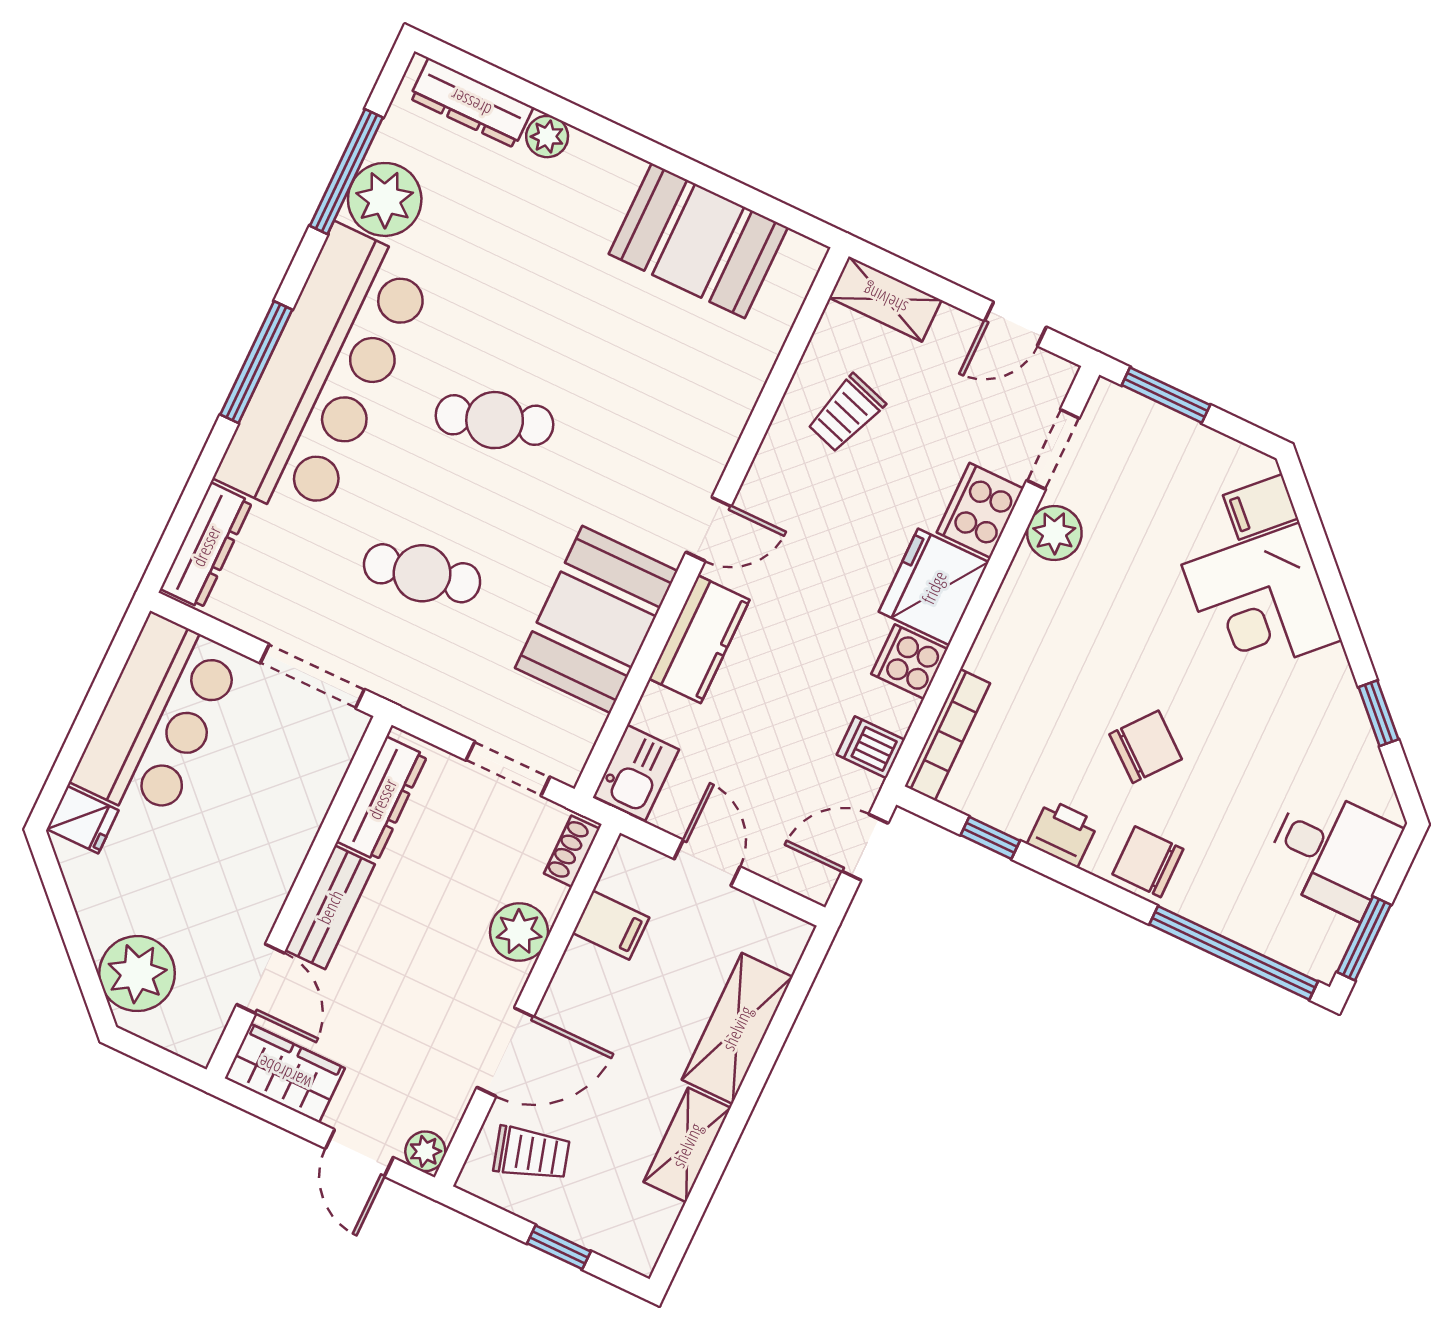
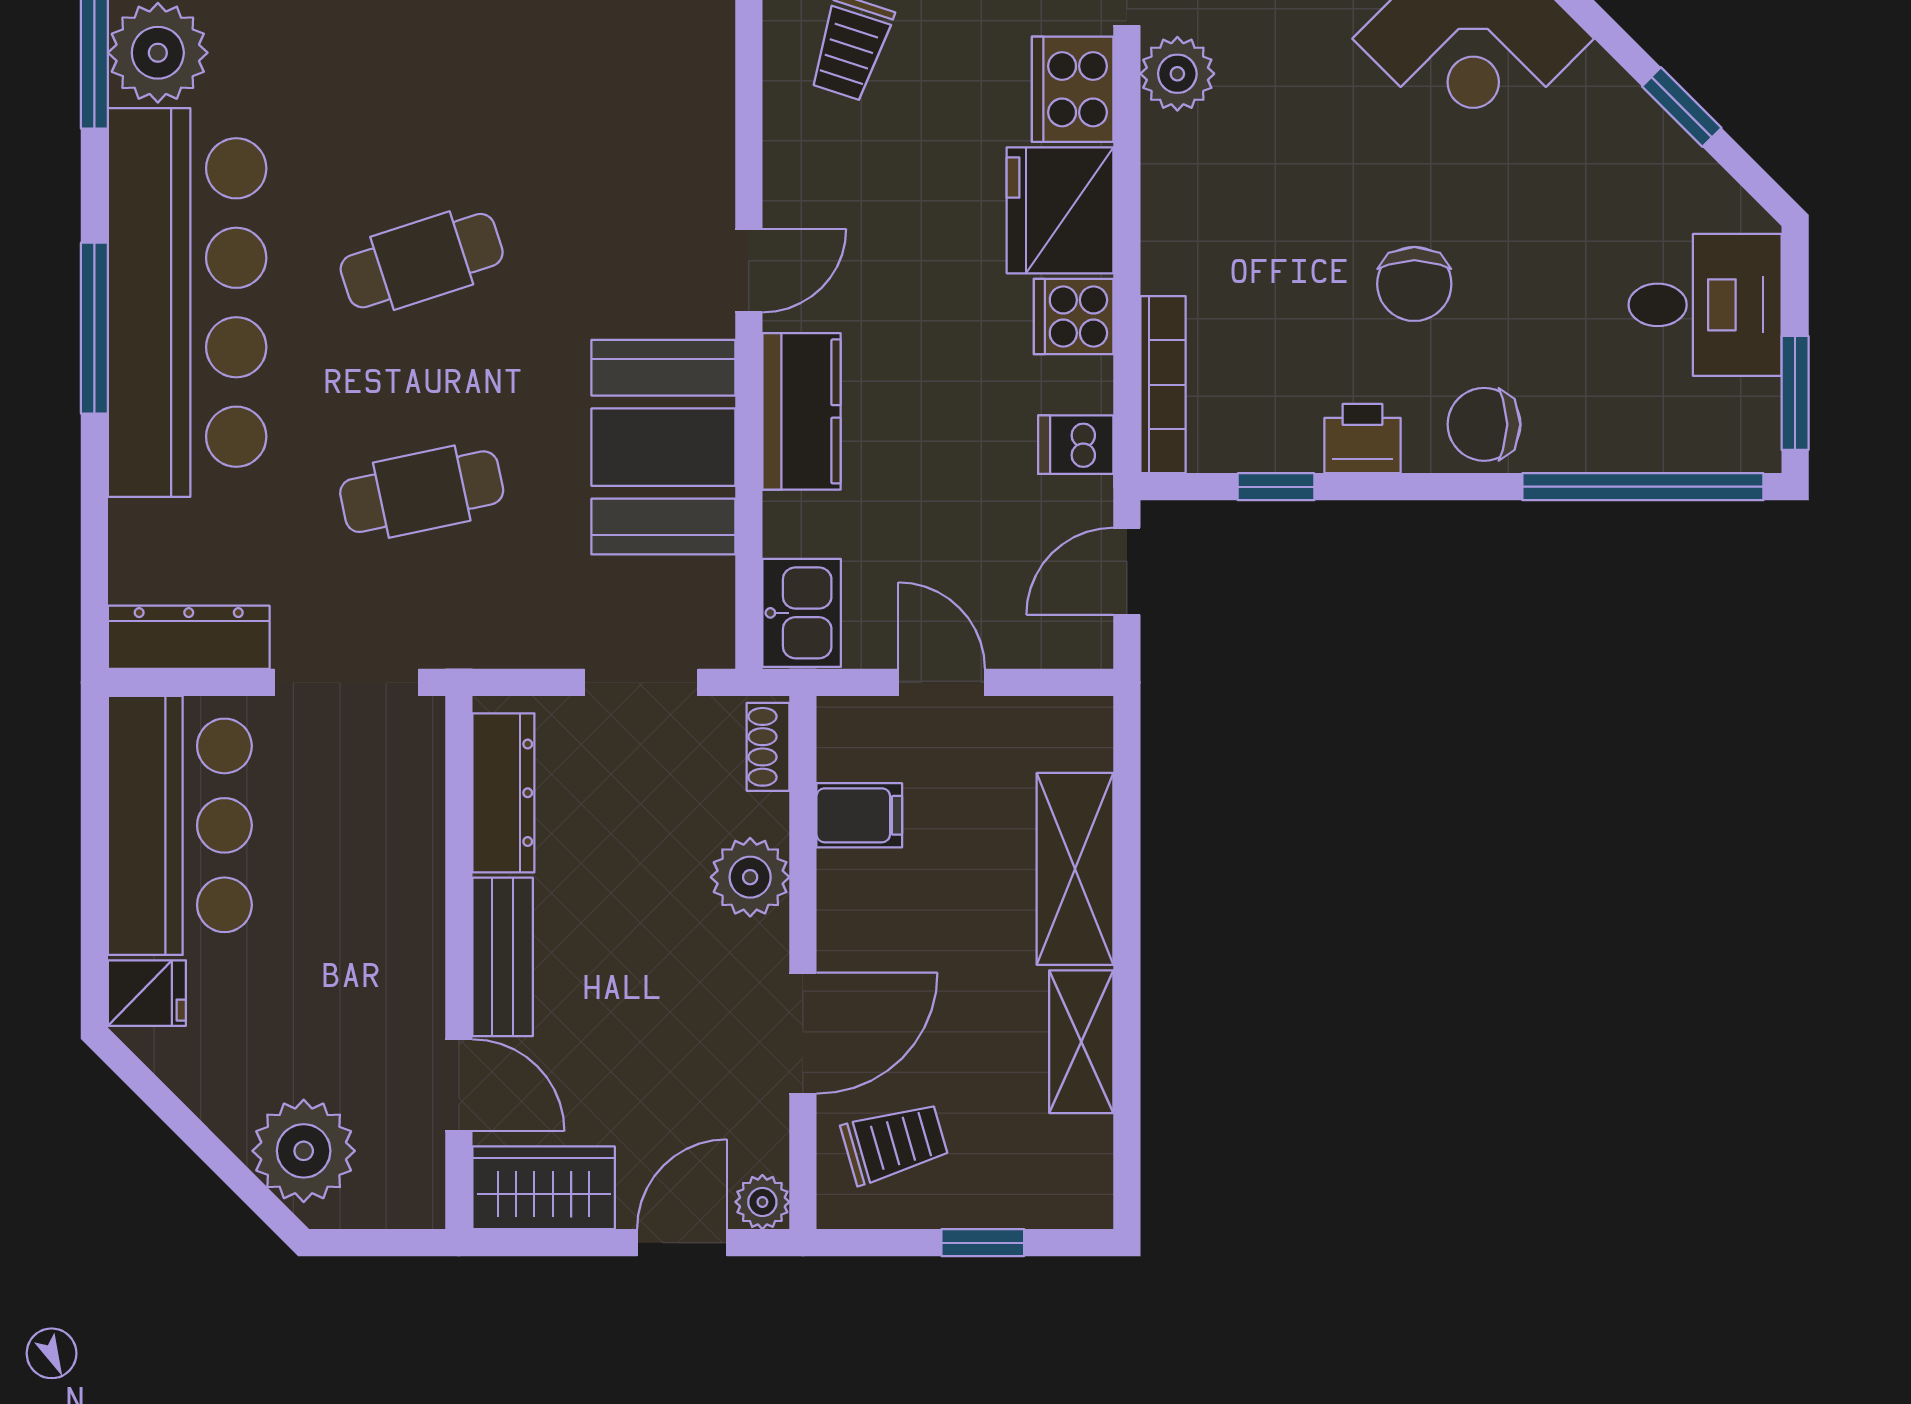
dresser: (206, 546) -> (189, 637), moved, turned -90
chair: (1146, 747) -> (1414, 284), turned 141
door: (359, 1153) -> (682, 1243), swing flipped

